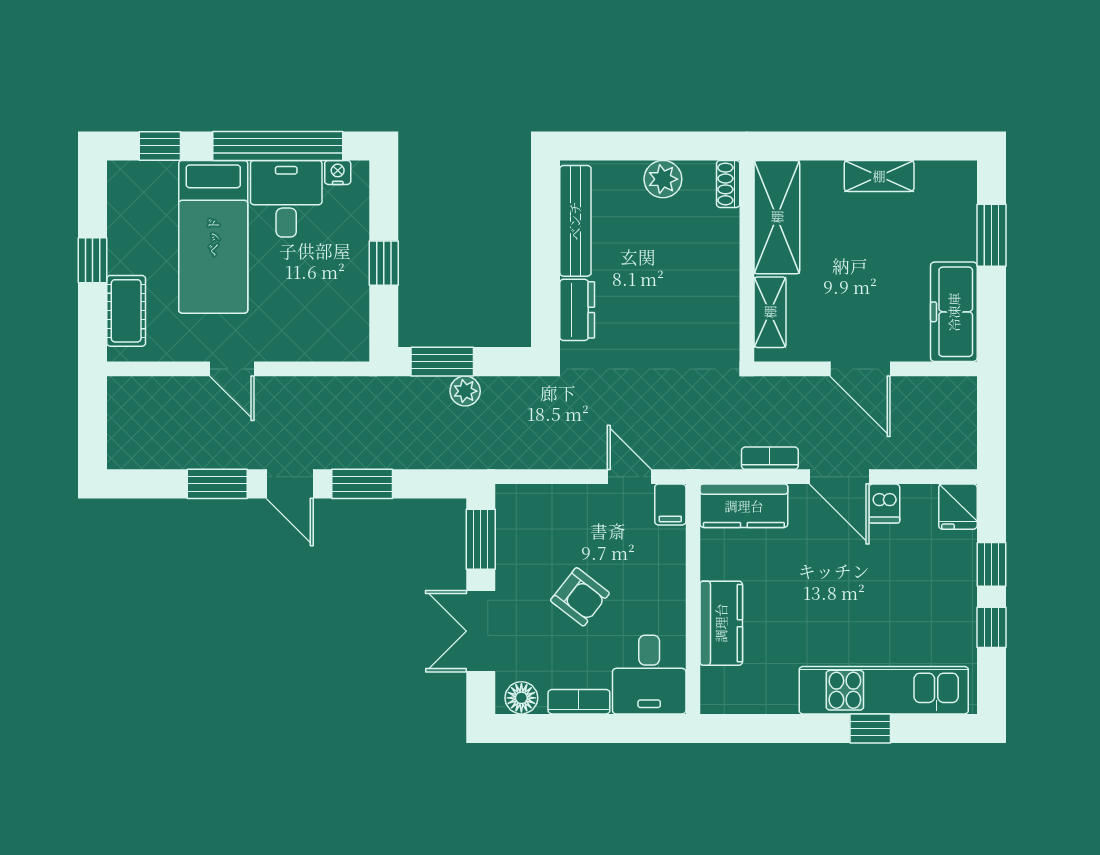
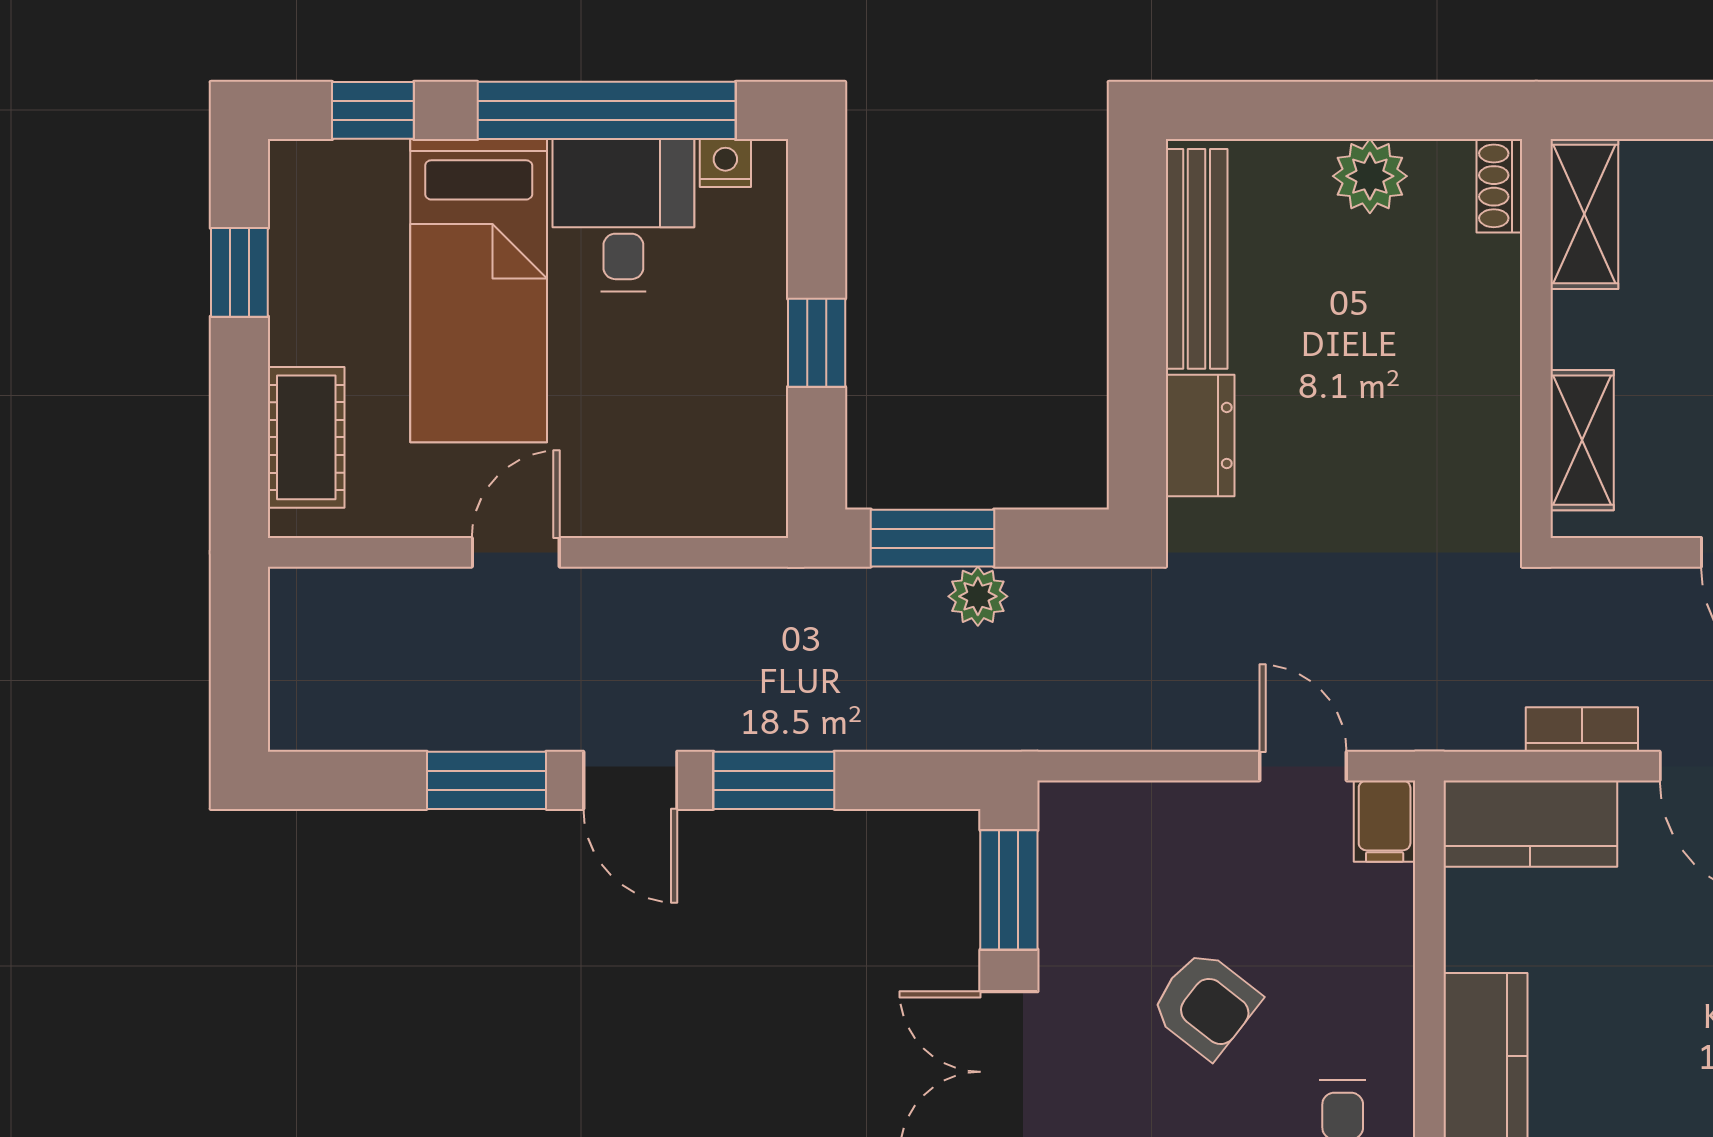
shelving: (777, 217) -> (1584, 214), width x0.67, depth x0.75
window: (92, 260) -> (239, 272), moved
door: (232, 369) -> (516, 552), swing flipped

